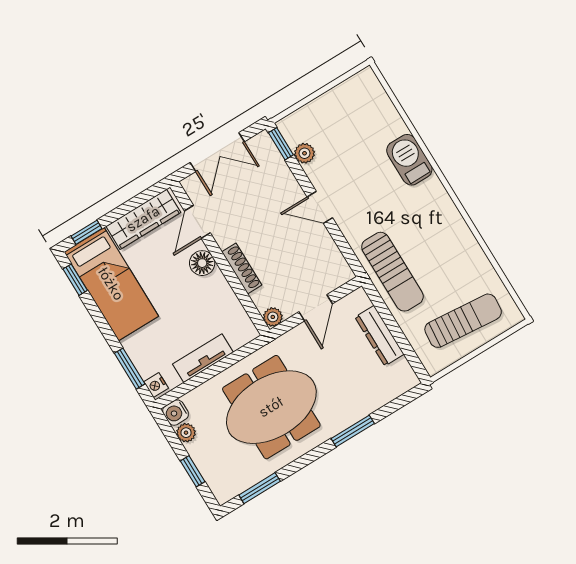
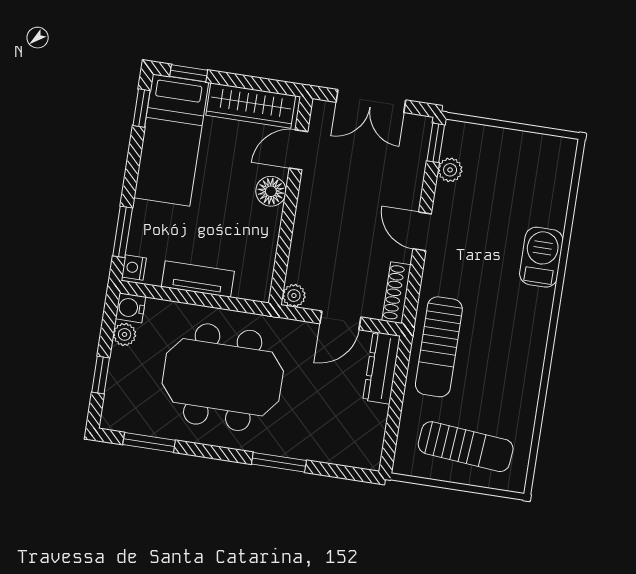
shoe rack: (242, 268) -> (397, 293), moved, turned 180
dresser: (379, 336) -> (382, 368), moved

